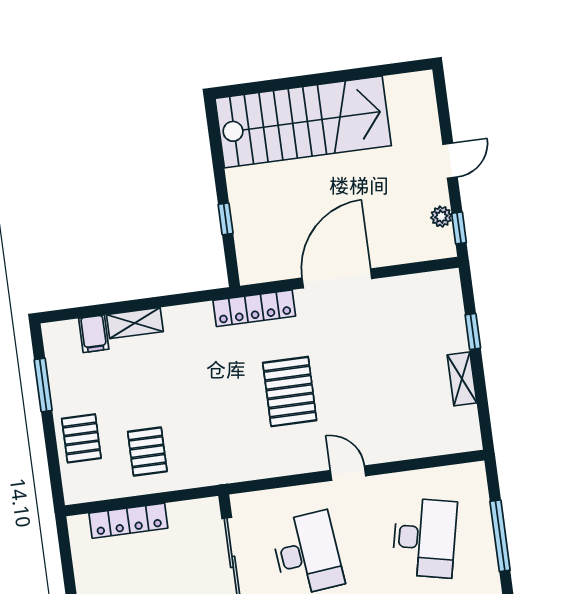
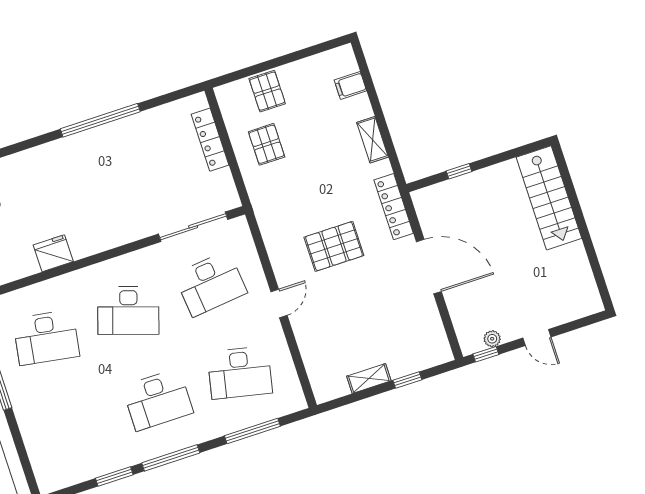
stairs: (303, 122) -> (549, 198), width x0.73, depth x0.66
shelving: (135, 323) -> (372, 140), moved
window: (43, 385) -> (303, 54), removed
pallet: (81, 438) -> (267, 91), turned 90
pallet: (147, 452) -> (267, 144), turned 90

